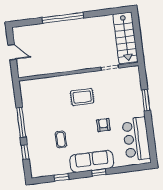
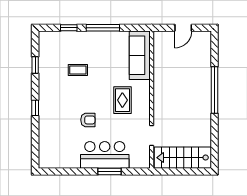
bar counter: (136, 139) -> (105, 155), moved
sofa: (92, 161) -> (140, 55), moved, turned 180

